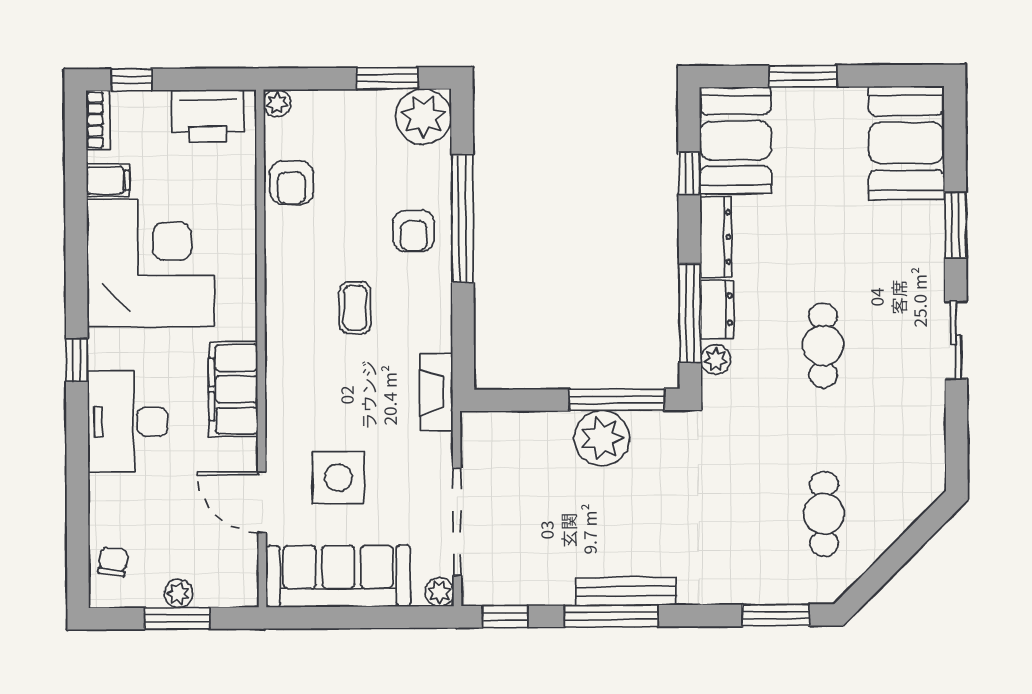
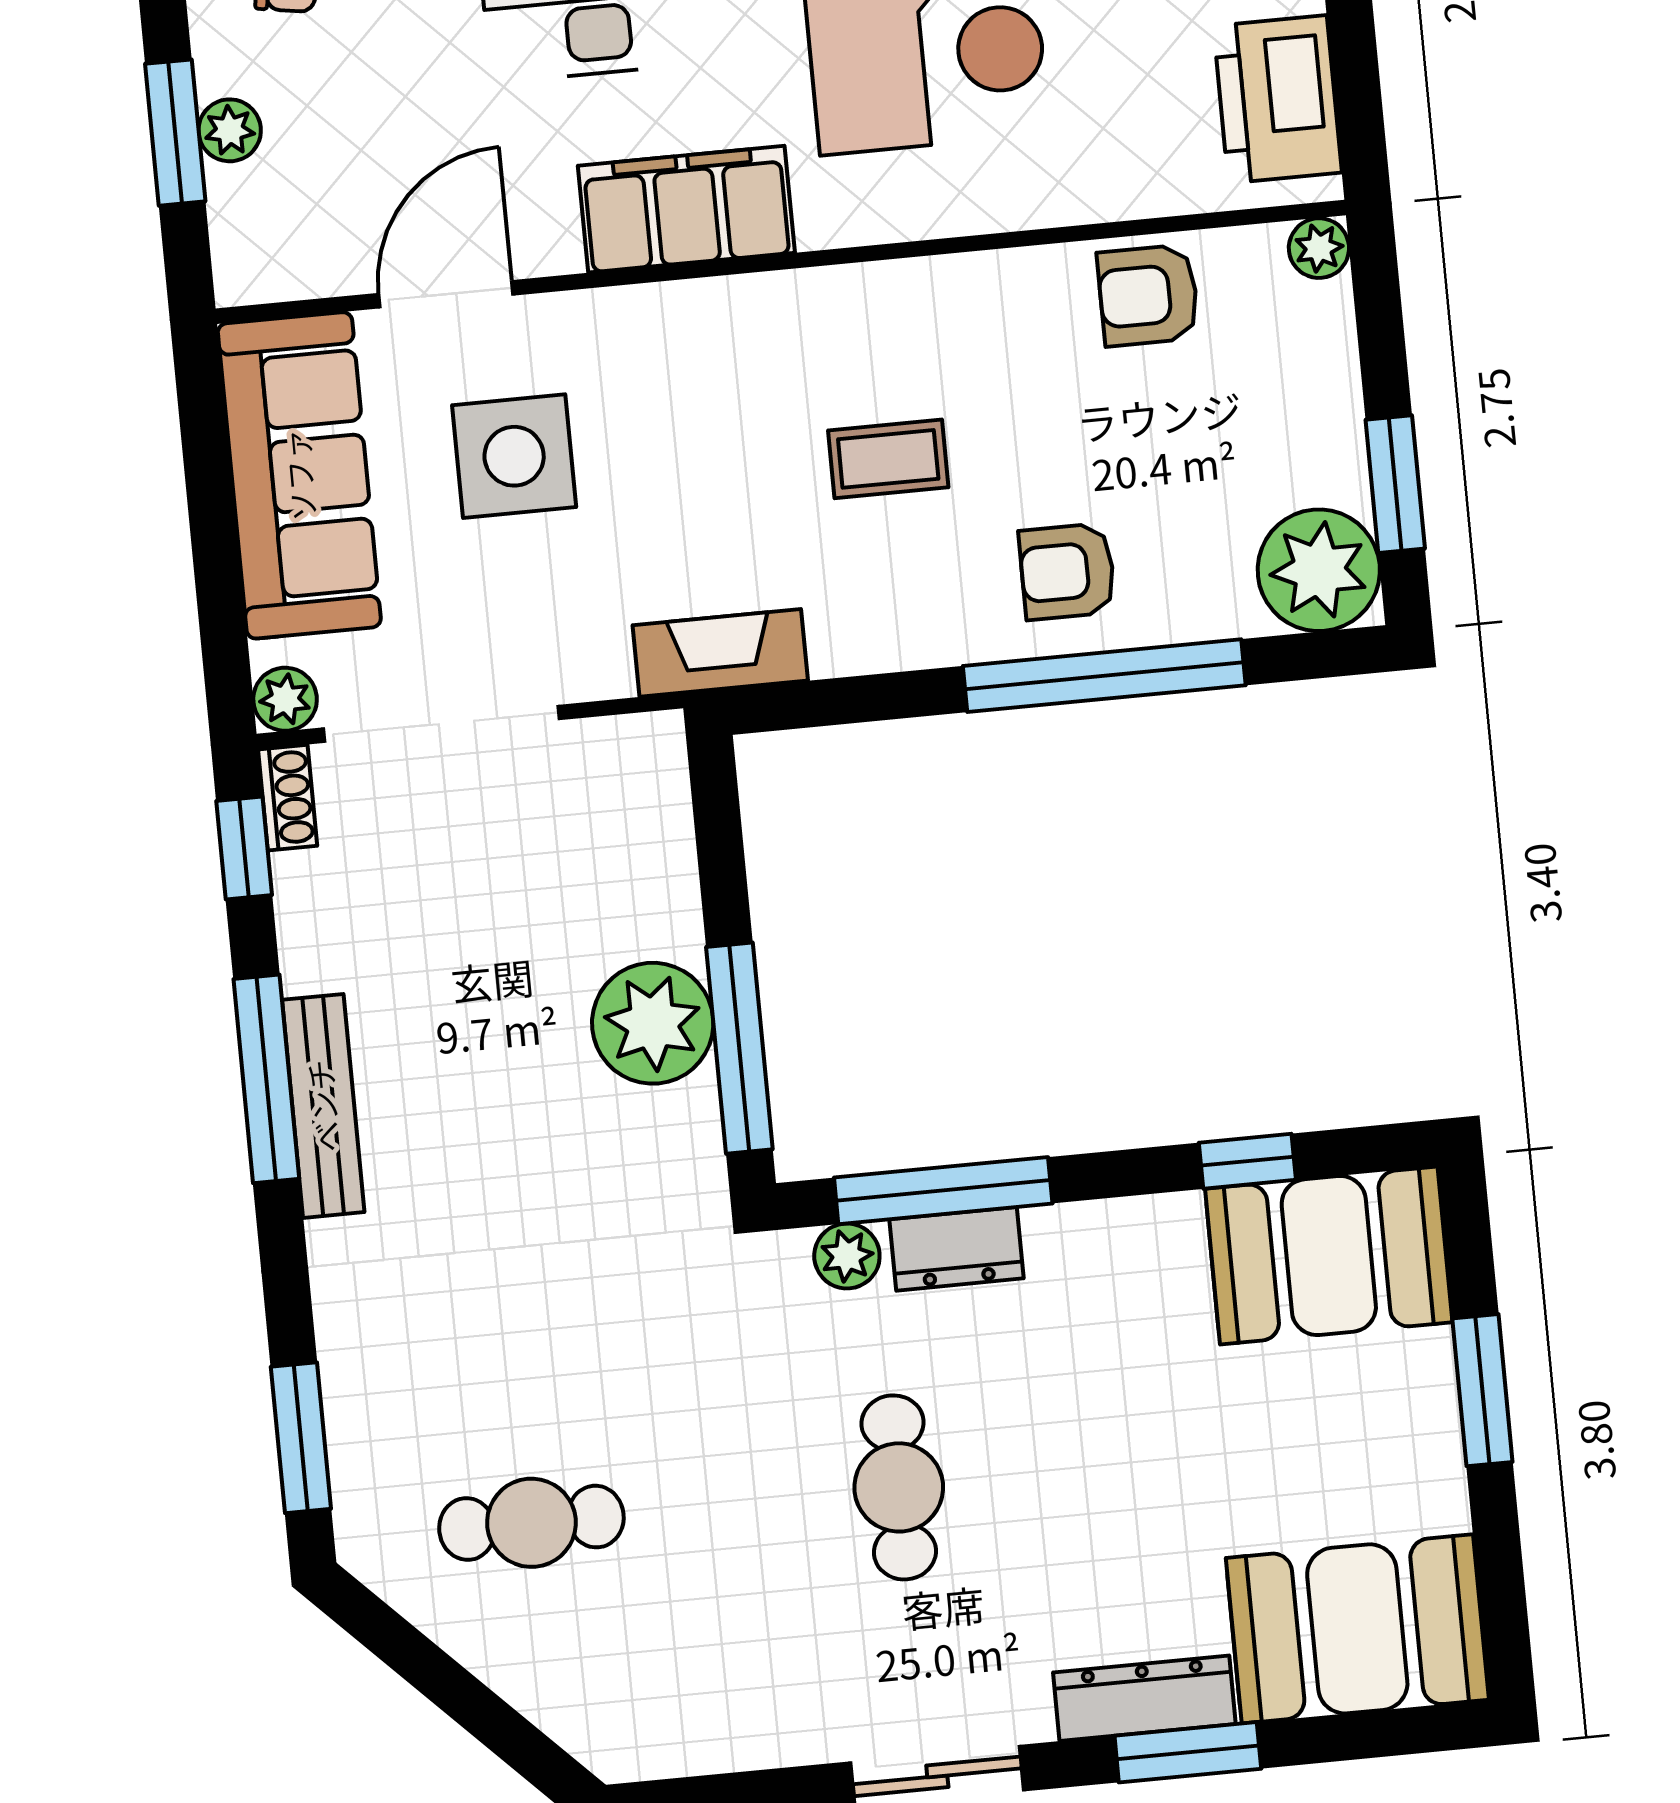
dresser: (716, 237) -> (1144, 1698), moved, turned 180
cafe table: (823, 345) -> (899, 1487), turned 90
shoe rack: (484, 595) -> (288, 798), added

